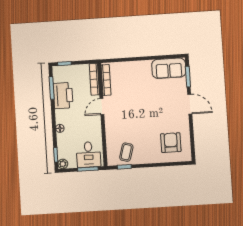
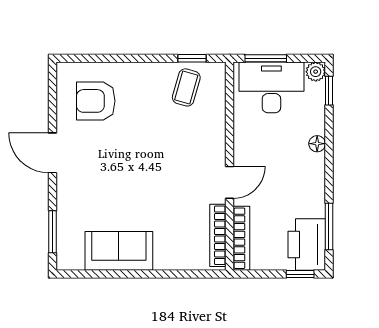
sofa: (169, 68) -> (119, 251), moved
printer: (63, 96) -> (307, 244), moved
door: (190, 104) -> (53, 153), moved
armchair: (171, 143) -> (96, 101), turned 90
desk: (88, 155) -> (271, 87), width x1.37

